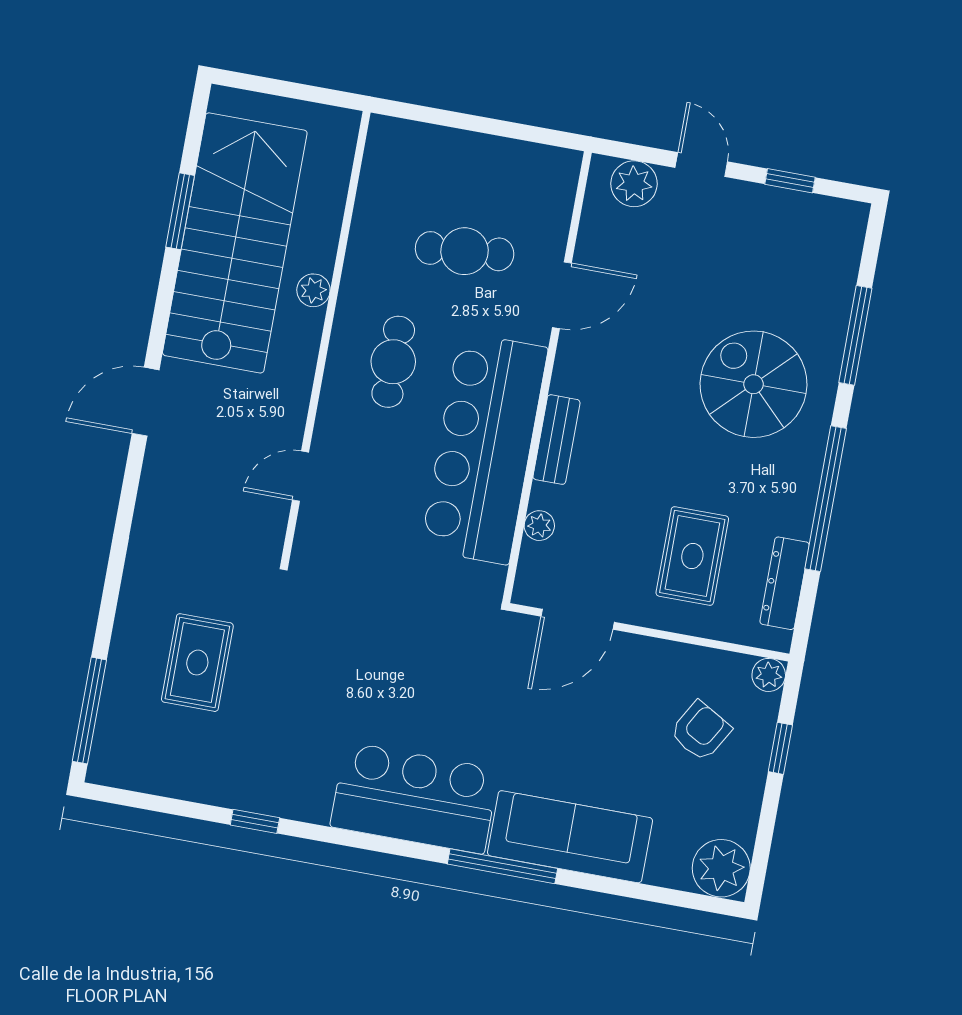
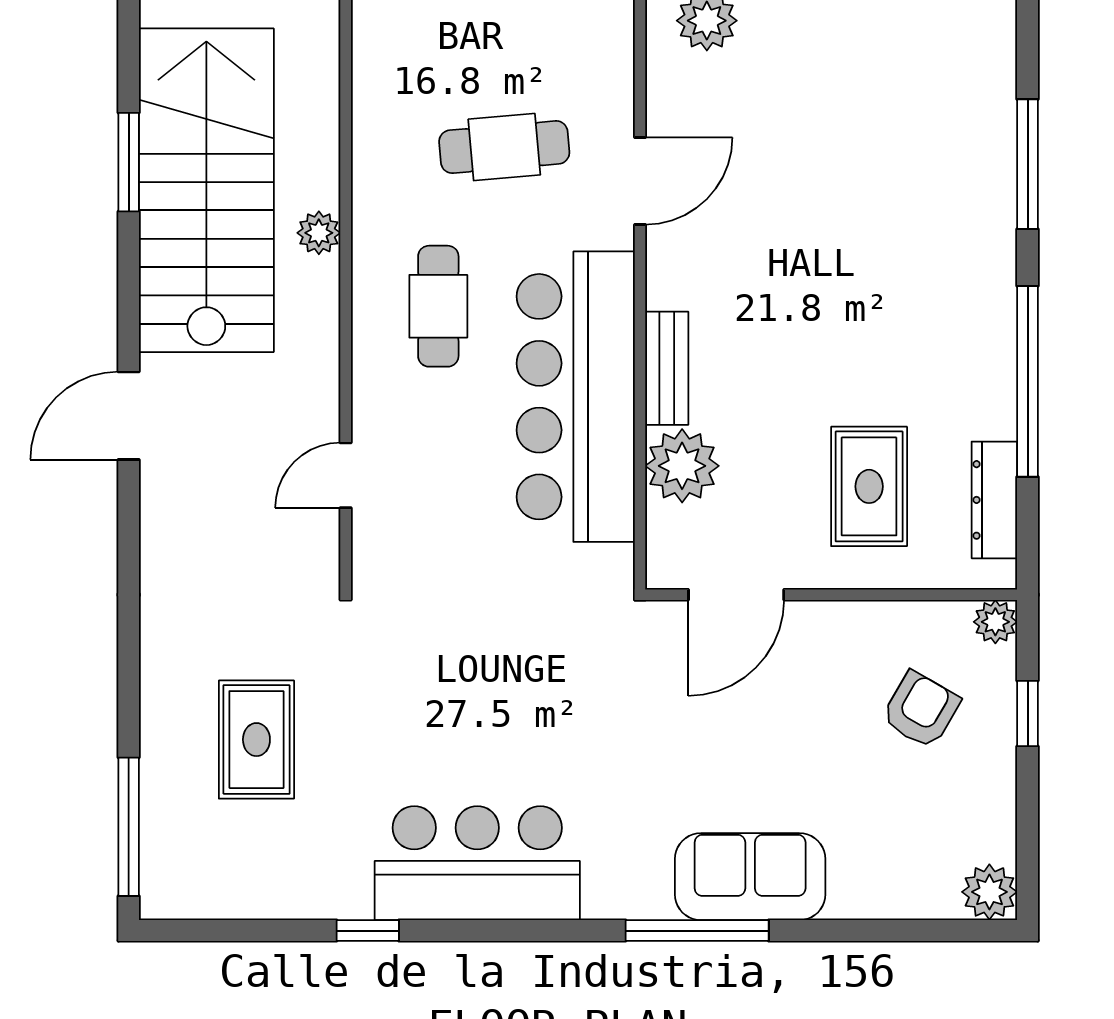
spiral stairs: (753, 384) -> (908, 251), removed
plant: (539, 526) -> (682, 466), width x1.88, depth x1.88
bar counter: (415, 798) -> (477, 863), moved
sofa: (570, 837) -> (750, 877), width x0.73
plant: (721, 868) -> (989, 892), width x0.73, depth x0.73

